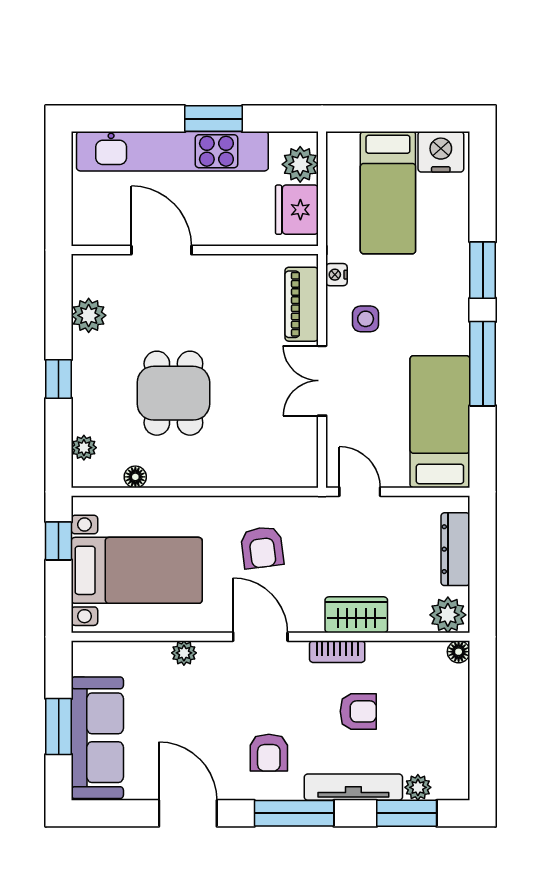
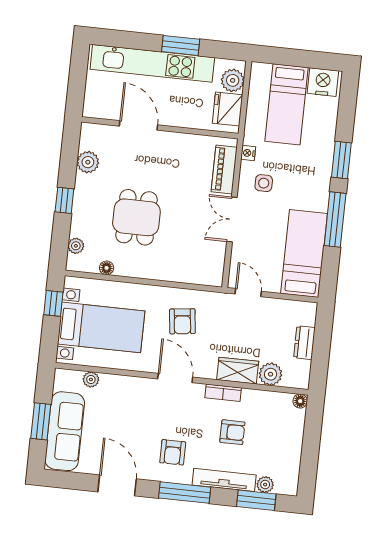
dresser: (455, 549) -> (304, 343), width x0.70
plant: (448, 615) -> (271, 374), moved
plant: (184, 653) -> (91, 379), moved

